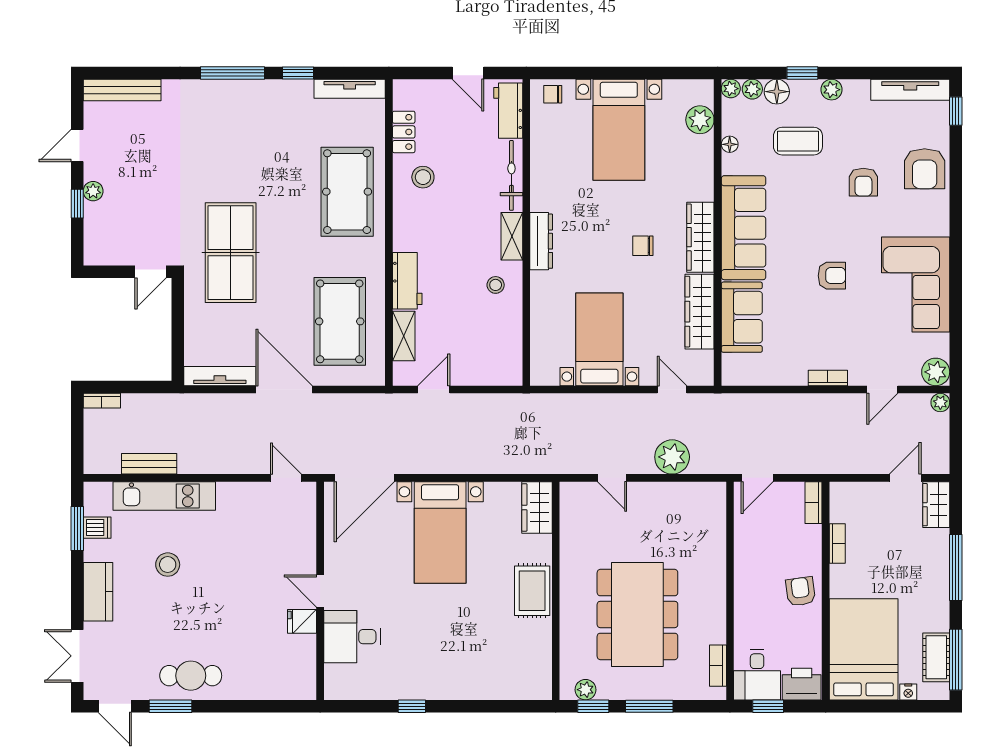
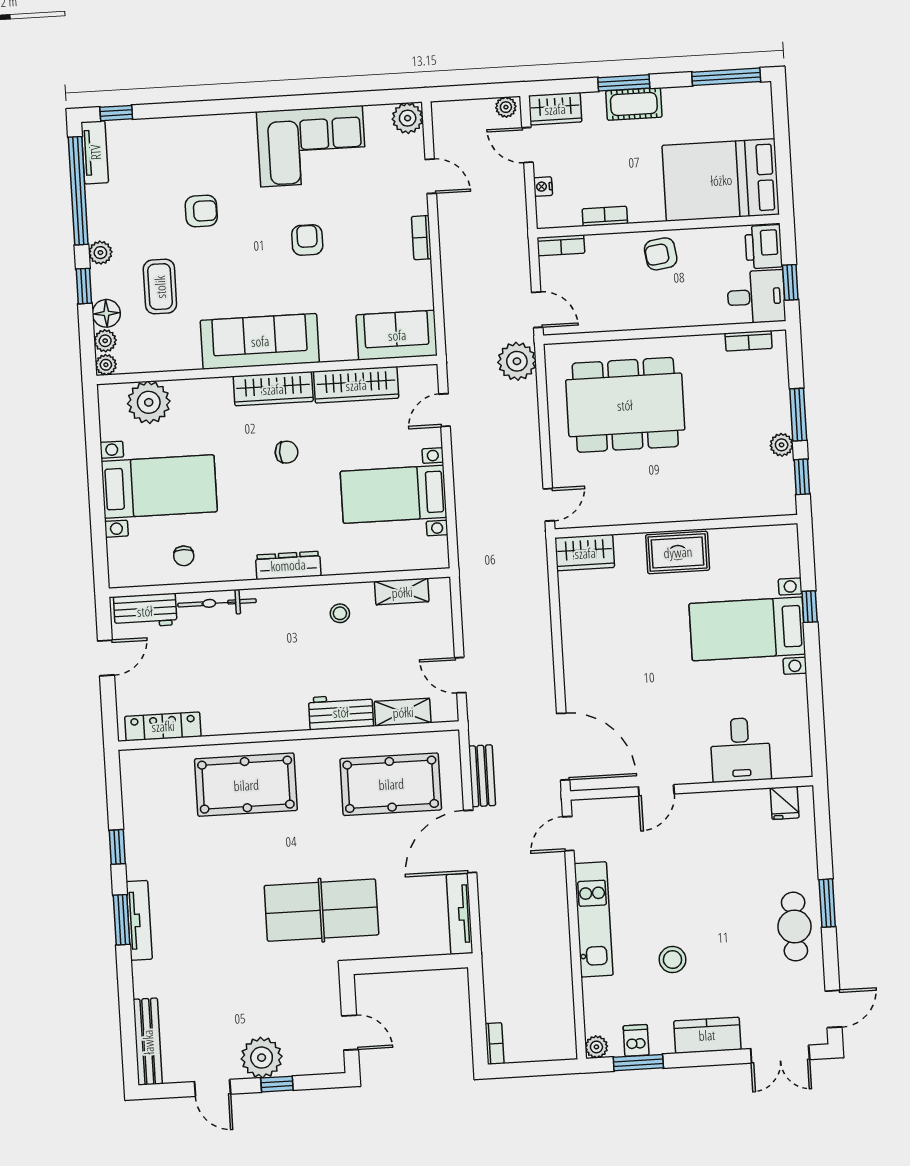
window: (233, 73) -> (122, 920), width x0.69
window: (888, 73) -> (78, 191), added
tv unit: (350, 89) -> (139, 920), moved
tv unit: (910, 90) -> (95, 152), width x0.71
chair: (553, 94) -> (184, 556), moved
plant: (700, 120) -> (149, 402), width x1.36, depth x1.36
locker: (404, 132) -> (163, 726), width x1.53
floor lamp: (730, 144) -> (168, 362), removed
armchair: (925, 169) -> (182, 144), removed
stool: (423, 177) -> (225, 701), removed
plant: (93, 191) -> (262, 1058), width x1.87, depth x1.87
shelving: (512, 236) -> (402, 592), moved
chair: (643, 246) -> (287, 452), turned -90
door: (150, 272) -> (350, 1033), moved
sofa: (742, 317) -> (397, 335), moved
plant: (940, 403) -> (506, 107), moved
plant: (672, 457) -> (517, 361), moved
bench: (149, 464) -> (482, 776), moved
door: (612, 478) -> (549, 505), moved
plant: (93, 492) -> (596, 1047), added
kitchen unit: (164, 496) -> (594, 919), moved
bed with nightstands: (440, 532) -> (747, 629), moved, turned 180
window: (956, 568) -> (624, 83), width x0.69
door: (320, 591) -> (656, 790), moved
dining table: (637, 614) -> (625, 405), moved
fridge: (302, 621) -> (785, 803), moved
cot: (936, 657) -> (634, 104), moved
plant: (586, 690) -> (782, 445), moved
nightstand: (908, 692) -> (543, 187), moved, turned 180
window: (170, 706) -> (827, 903), moved
window: (412, 706) -> (810, 607), moved

